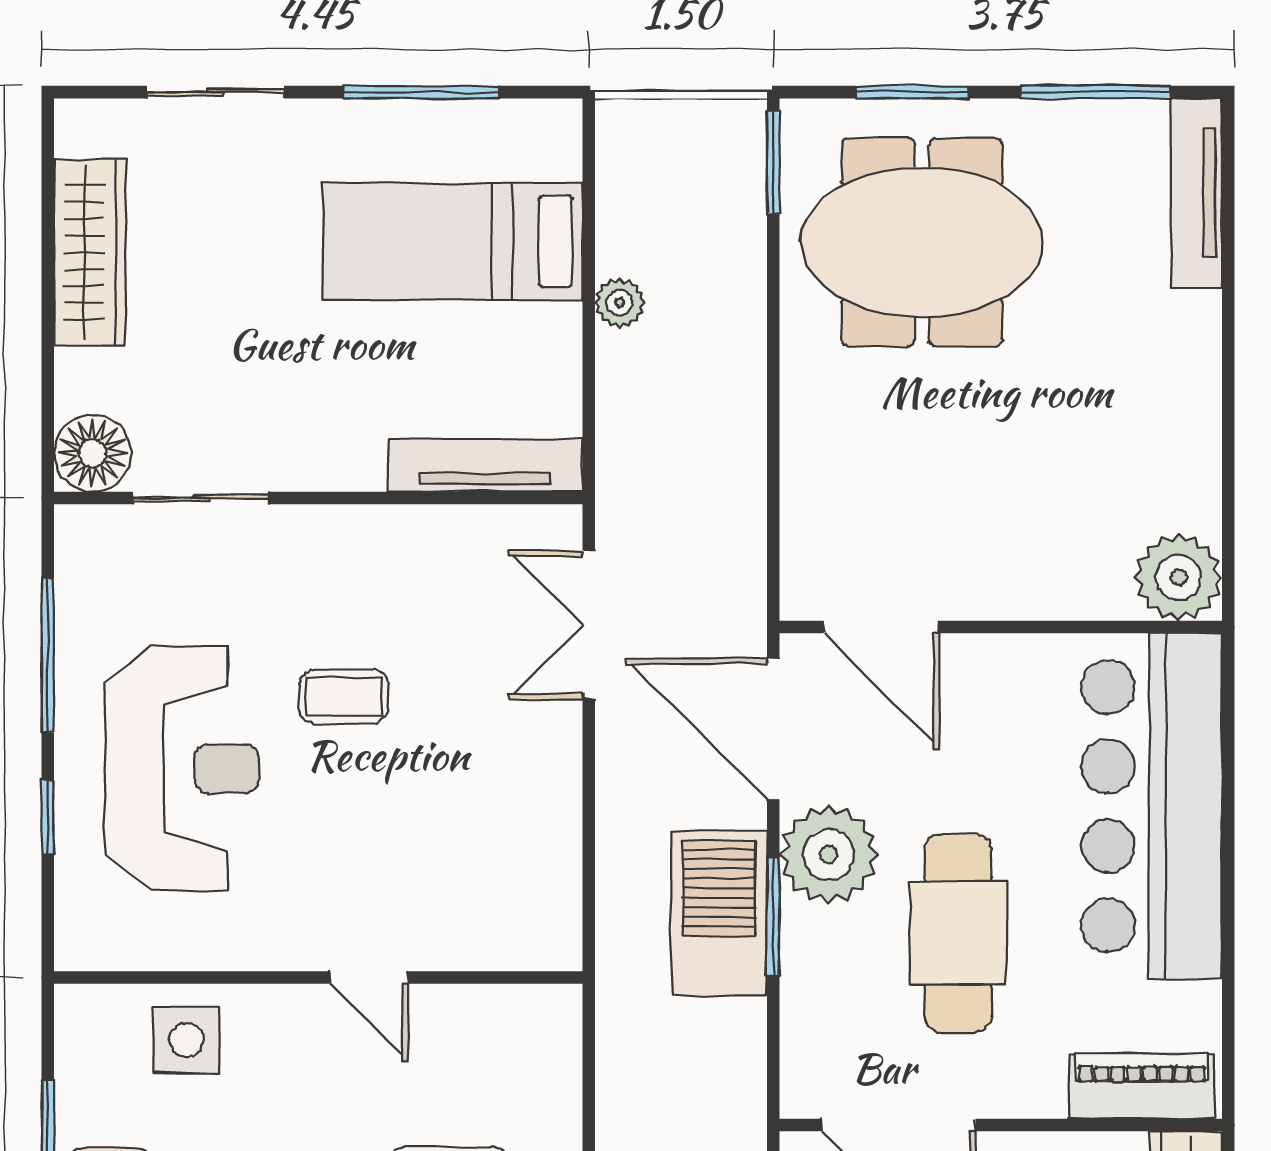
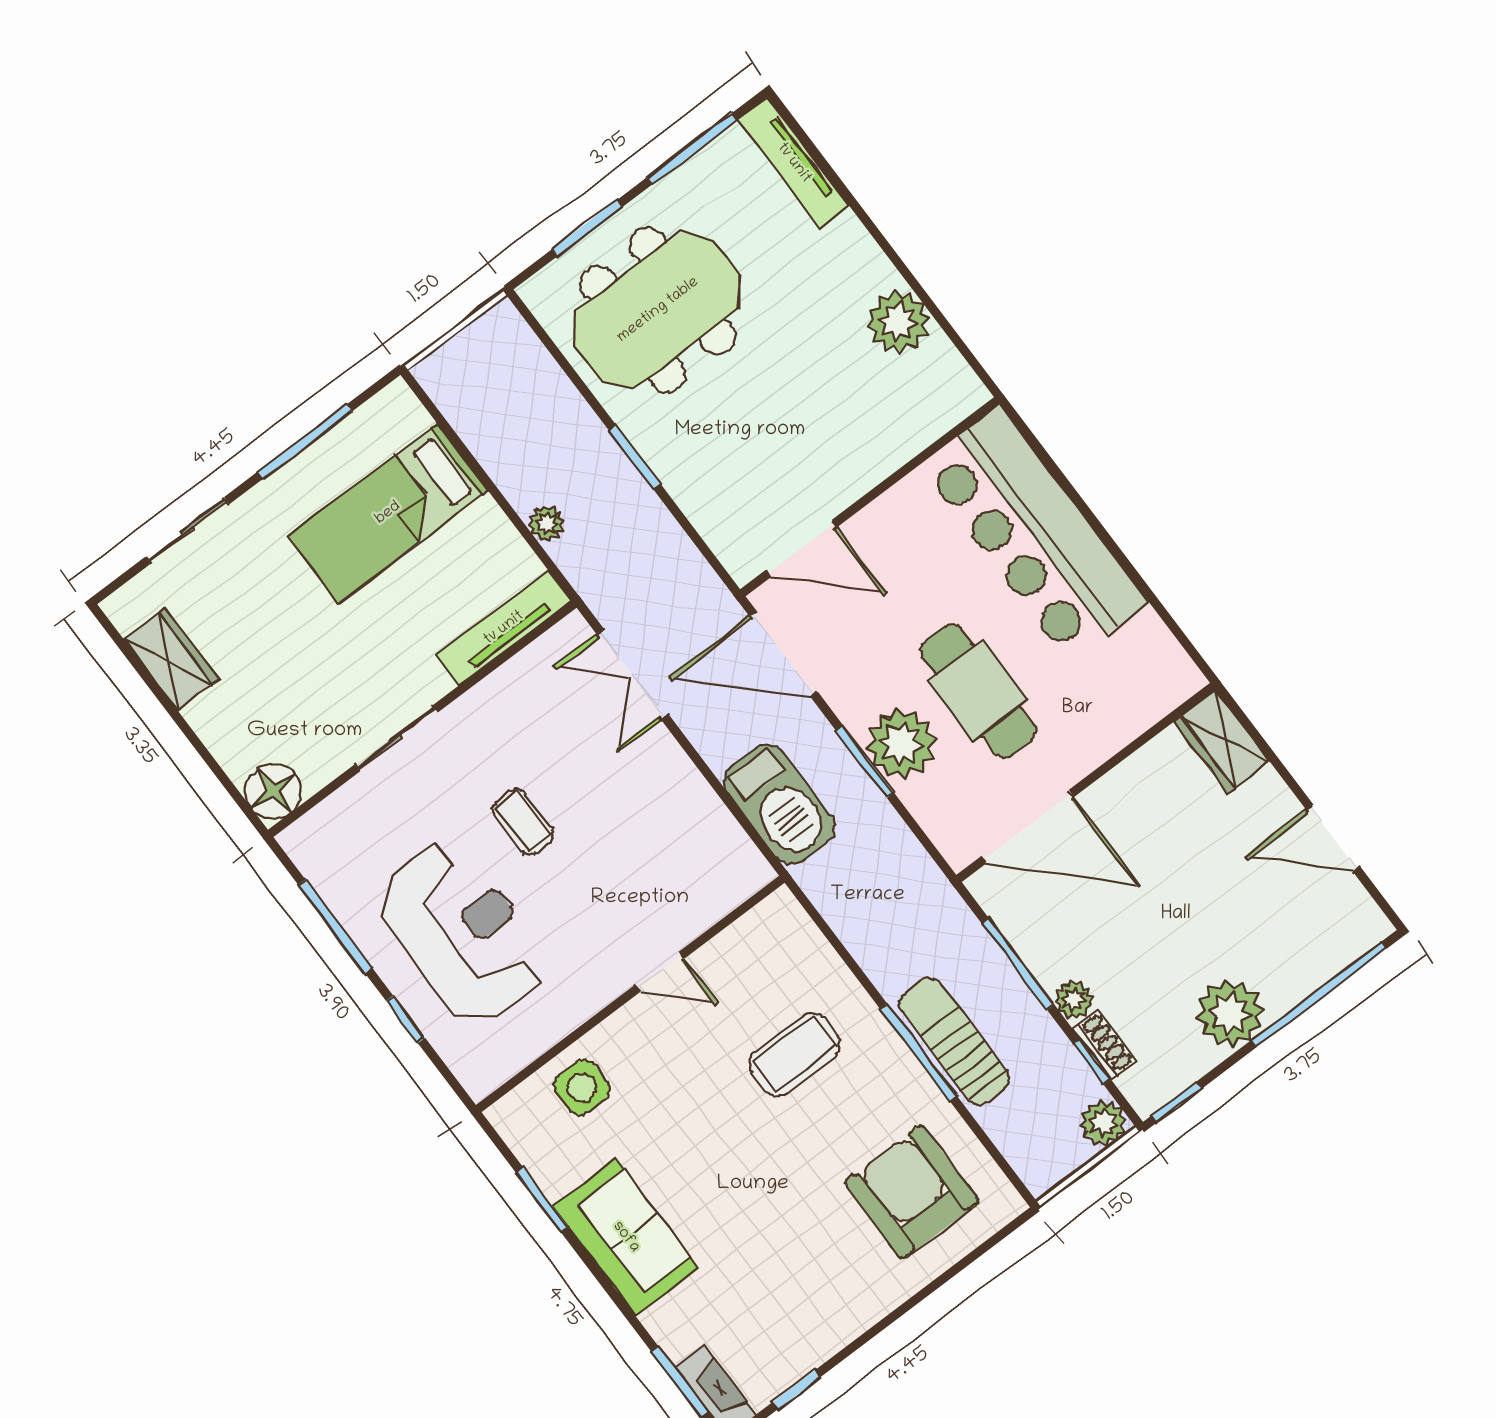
window: (773, 163) -> (635, 457), moved
wardrobe: (90, 252) -> (171, 659), width x0.67
plant: (620, 303) -> (546, 523), moved
sliding door: (201, 498) -> (396, 739), moved
plant: (1178, 577) -> (898, 322), moved
coffee table: (344, 697) -> (523, 822), turned 90
plant: (829, 854) -> (901, 744), moved
barbecue: (719, 913) -> (779, 804), moved, turned 180
piano: (1142, 1086) -> (1150, 699), removed

